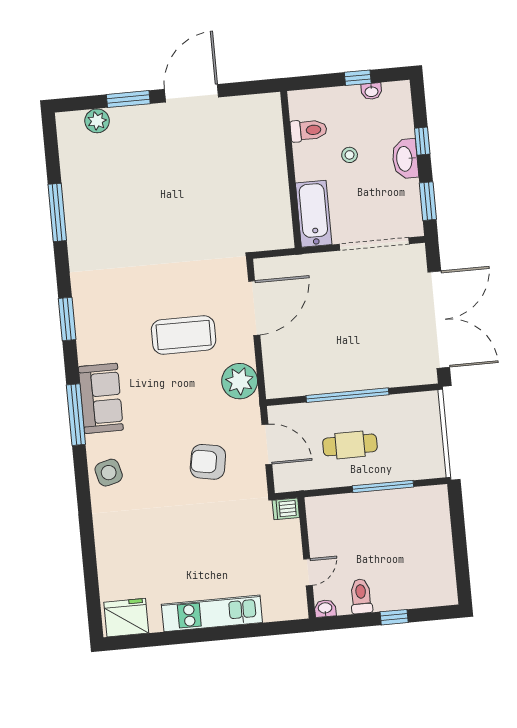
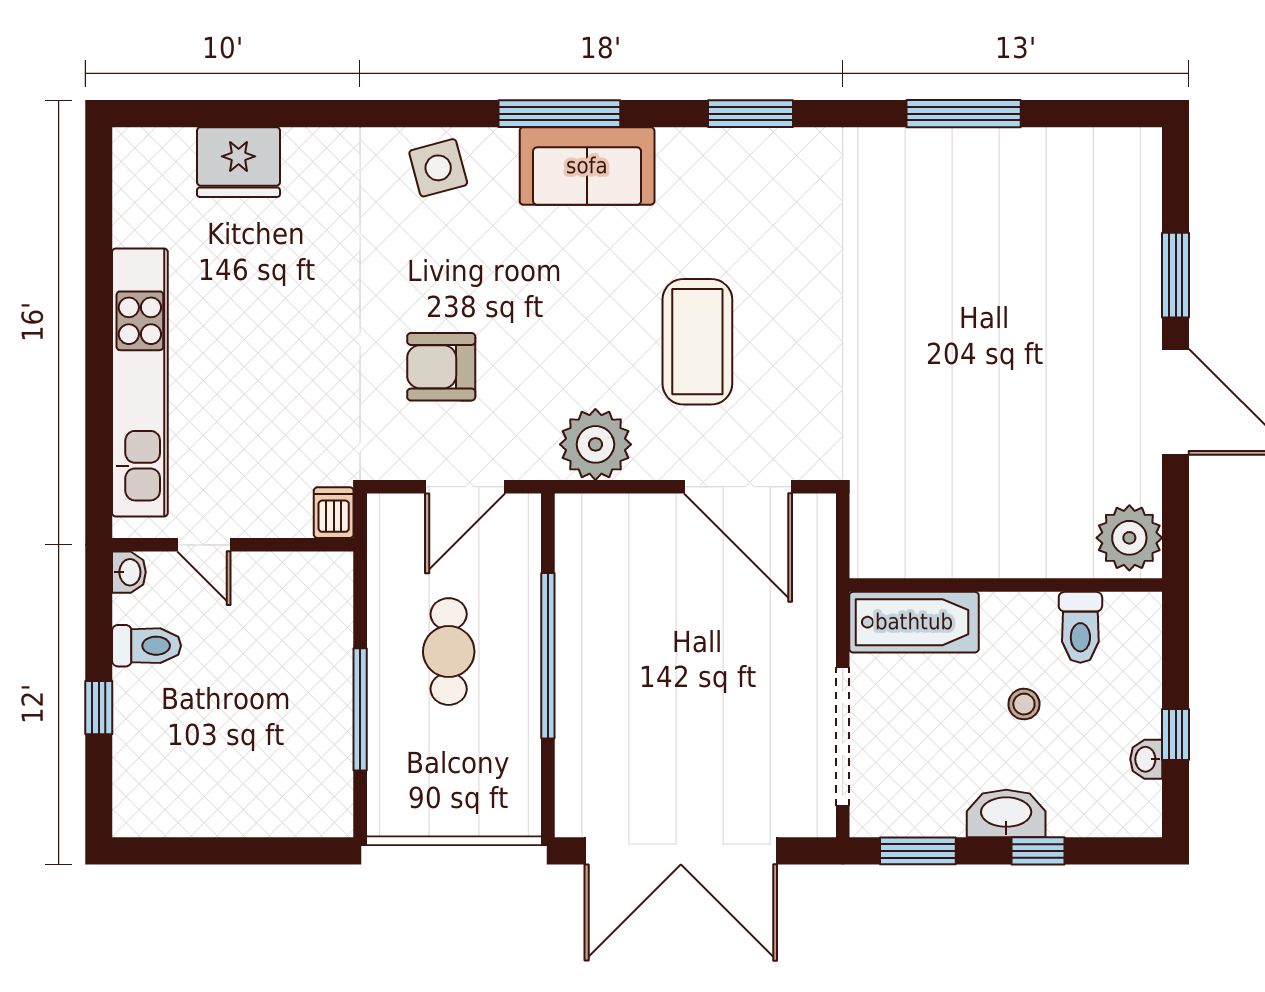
plant: (97, 121) -> (1129, 538), moved, width x1.36, depth x1.36
armchair: (208, 462) -> (441, 367), turned -100
kitchen unit: (212, 613) -> (140, 382), width x1.36
fridge: (126, 618) -> (239, 162), moved, turned 90

